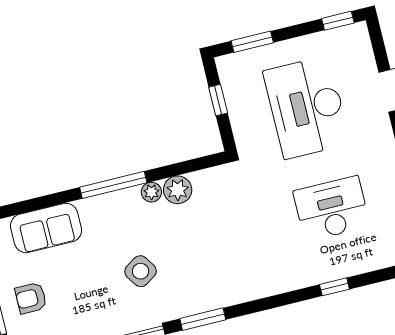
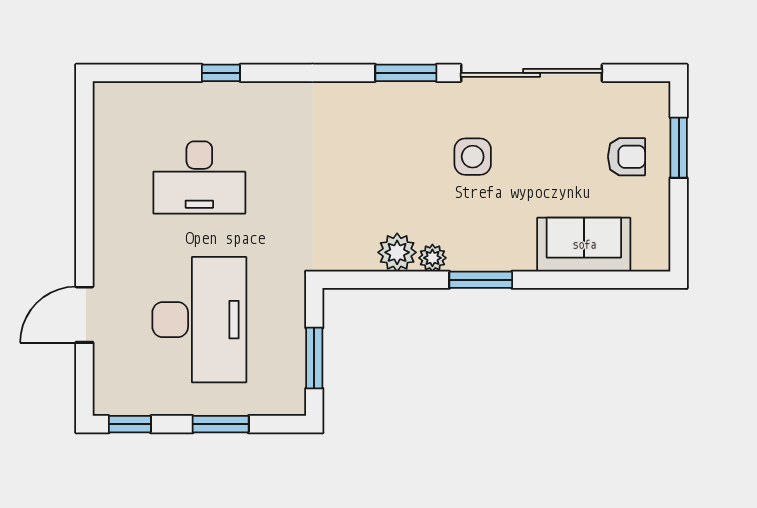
window: (252, 42) -> (221, 424), moved
window: (218, 100) -> (314, 358), width x1.50
window: (113, 185) -> (481, 280), width x0.69
side table: (141, 271) -> (473, 157), turned 33

